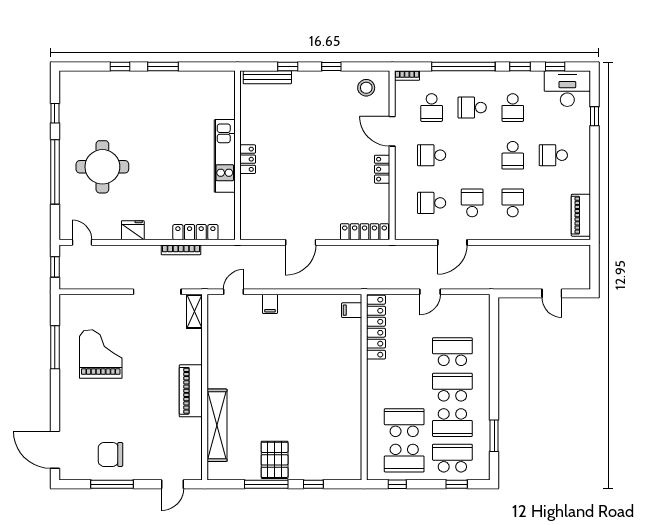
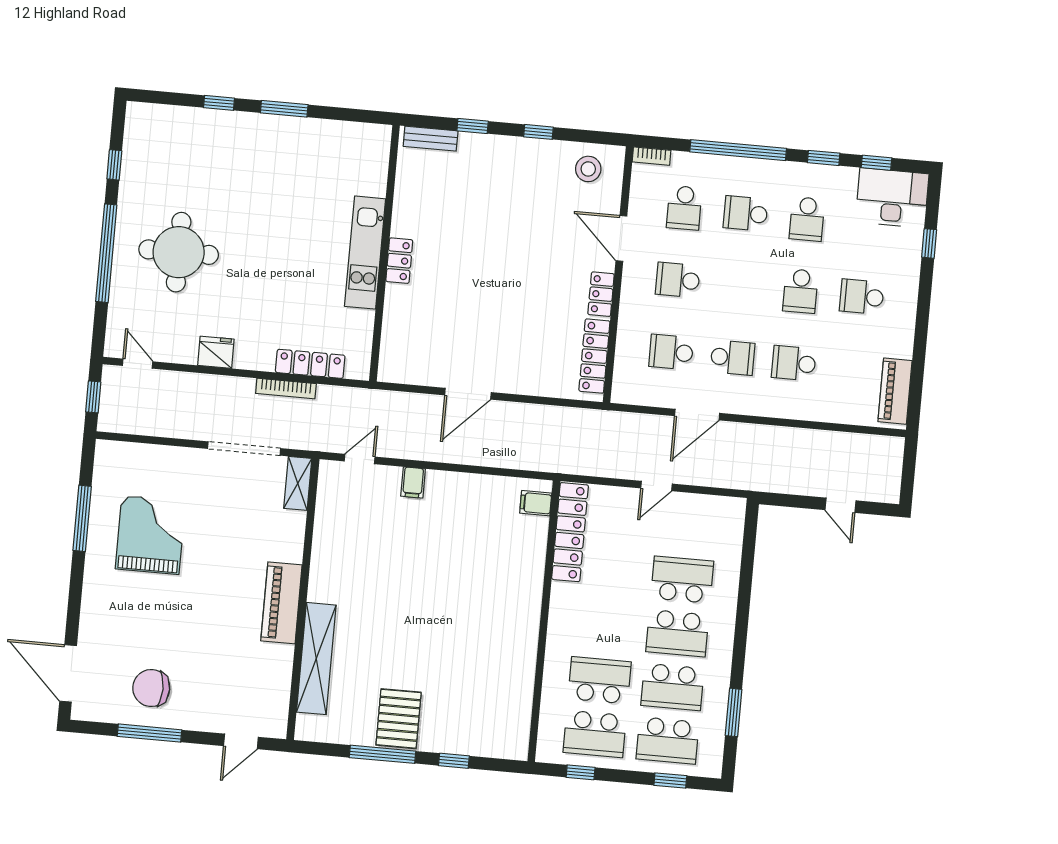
bench: (267, 77) -> (431, 139), width x0.73
school desk: (472, 203) -> (732, 358), turned 90
school desk: (513, 203) -> (794, 363), turned -90
locker: (365, 232) -> (594, 356), moved, turned -90
school desk: (452, 387) -> (677, 633), turned 180
school desk: (452, 458) -> (668, 741), turned 180

